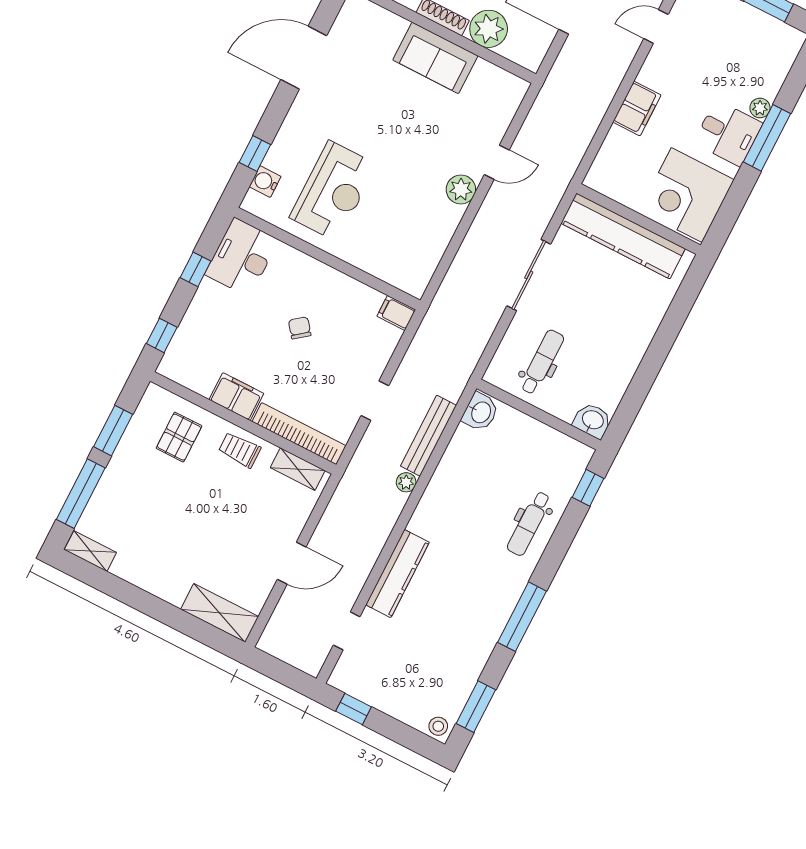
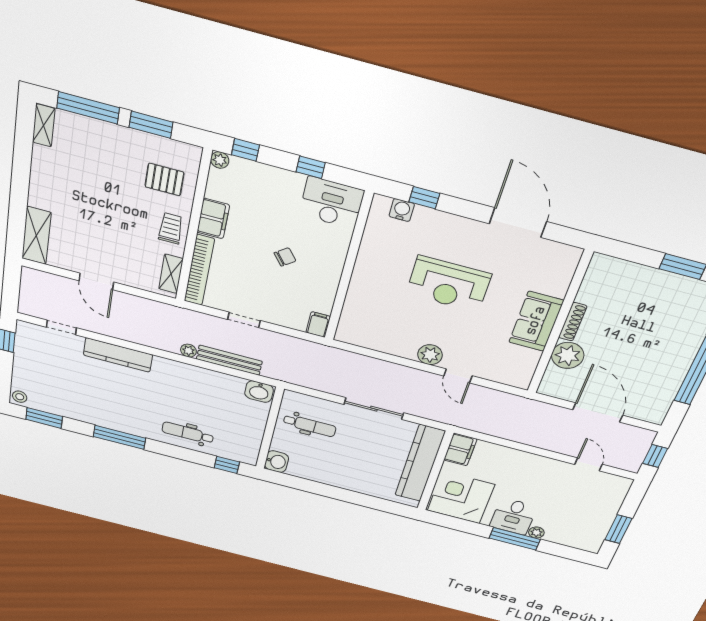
filing cabinet: (637, 109) -> (460, 449), moved, turned -90
reception desk: (333, 191) -> (449, 284), moved
plant: (168, 367) -> (220, 160), added

